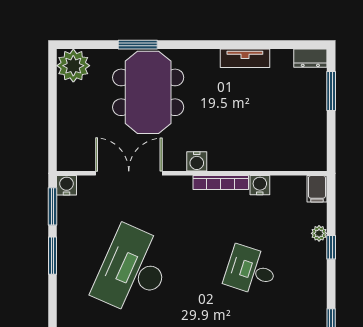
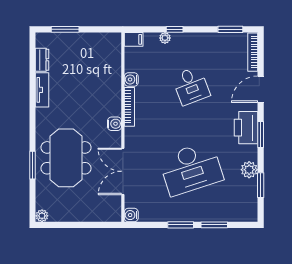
dresser: (310, 58) -> (42, 60), moved
plant: (73, 66) -> (42, 216), width x0.53, depth x0.53
meeting table: (148, 92) -> (66, 158), turned 90
window: (53, 206) -> (214, 225), moved
desk: (133, 270) -> (191, 169), turned -42
desk: (251, 270) -> (191, 86), turned -39

